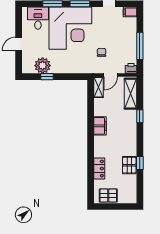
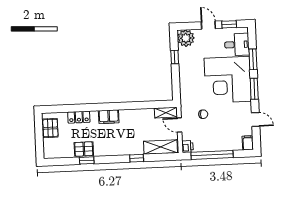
window: (19, 25) -> (229, 24), added
window: (140, 46) -> (212, 155), width x1.46
plant: (43, 66) -> (186, 38), moved
filing cabinet: (100, 126) -> (109, 117), moved

